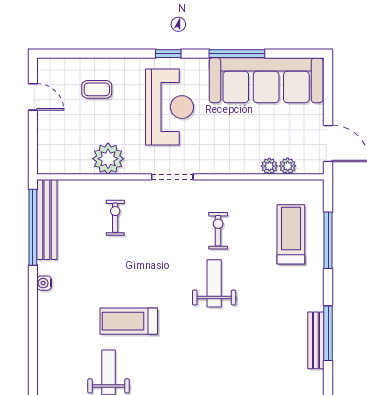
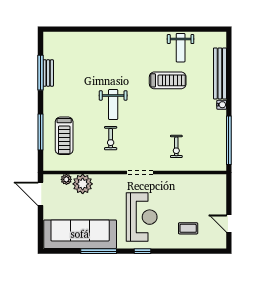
reception desk: (170, 107) -> (142, 217), turned 180
plant: (108, 159) -> (181, 184), removed
plant: (269, 166) -> (83, 184), width x1.88, depth x1.88
bench: (47, 219) -> (220, 73), moved
bench: (316, 340) -> (48, 73), width x0.73

